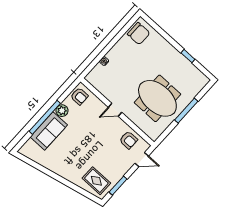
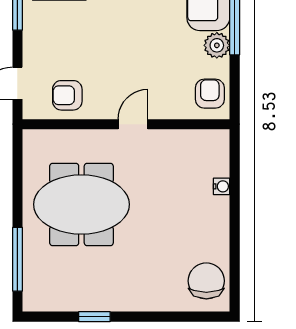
chair: (139, 34) -> (206, 281), turned 90
armchair: (79, 96) -> (210, 94), turned 90
window: (186, 111) -> (17, 259), moved

